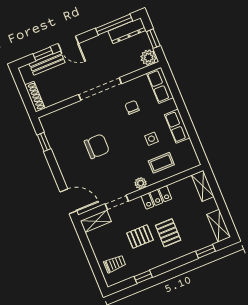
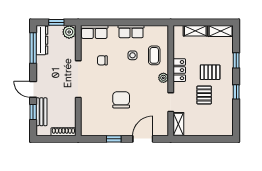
door: (68, 43) -> (33, 89), swing flipped
window: (44, 142) -> (114, 139), moved
shelving: (203, 186) -> (195, 31), moved
door: (68, 201) -> (143, 139), moved
window: (205, 251) -> (236, 60), moved
trolley: (115, 264) -> (217, 123), removed
window: (143, 277) -> (236, 92), moved

